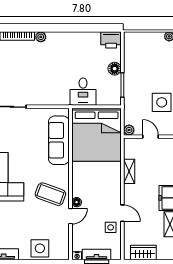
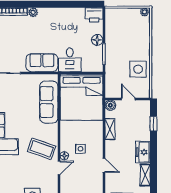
sofa: (51, 95) -> (42, 63), added
plant: (129, 130) -> (110, 93), removed
boiler: (130, 144) -> (110, 105), added
side table: (111, 227) -> (80, 149), moved

